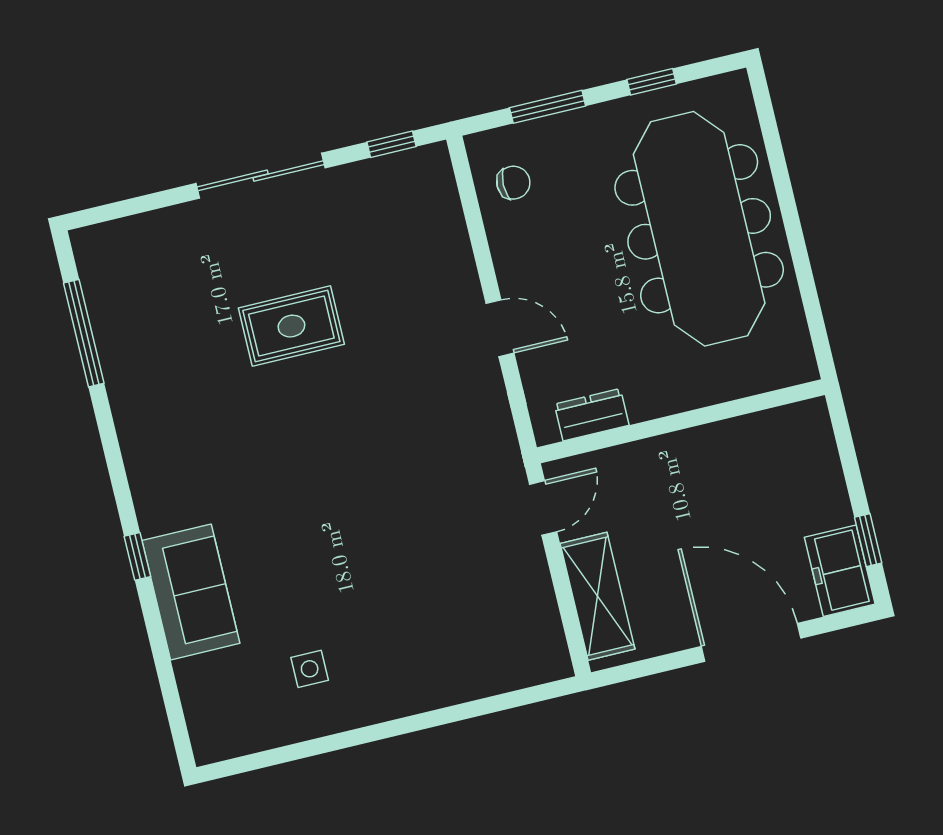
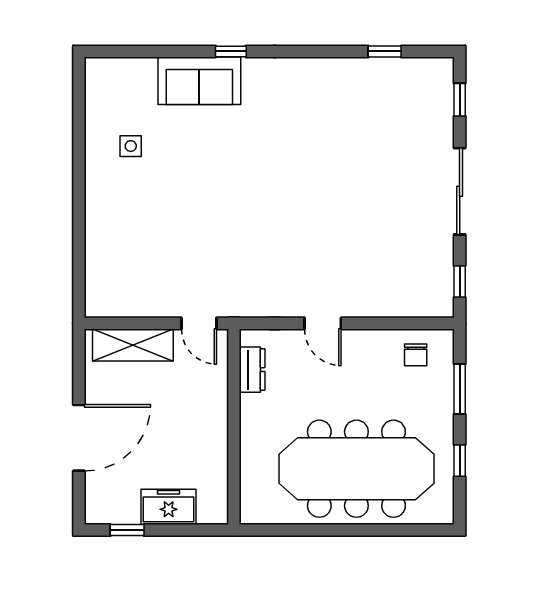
window: (128, 208) -> (460, 100), added
rug: (291, 326) -> (357, 188), removed
door: (500, 328) -> (323, 323), hinge flipped
window: (84, 333) -> (385, 51), width x0.46
freezer: (840, 571) -> (169, 507), moved

